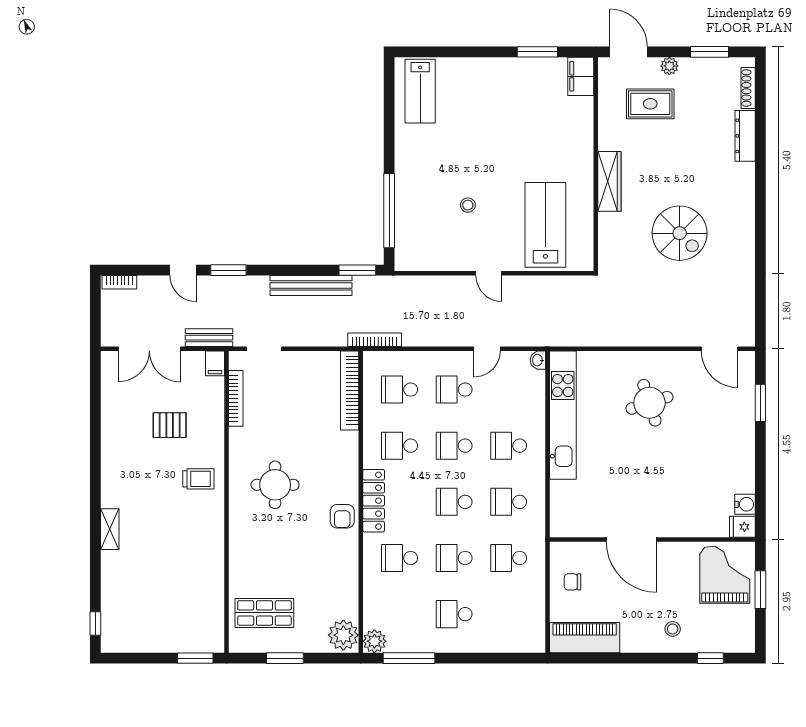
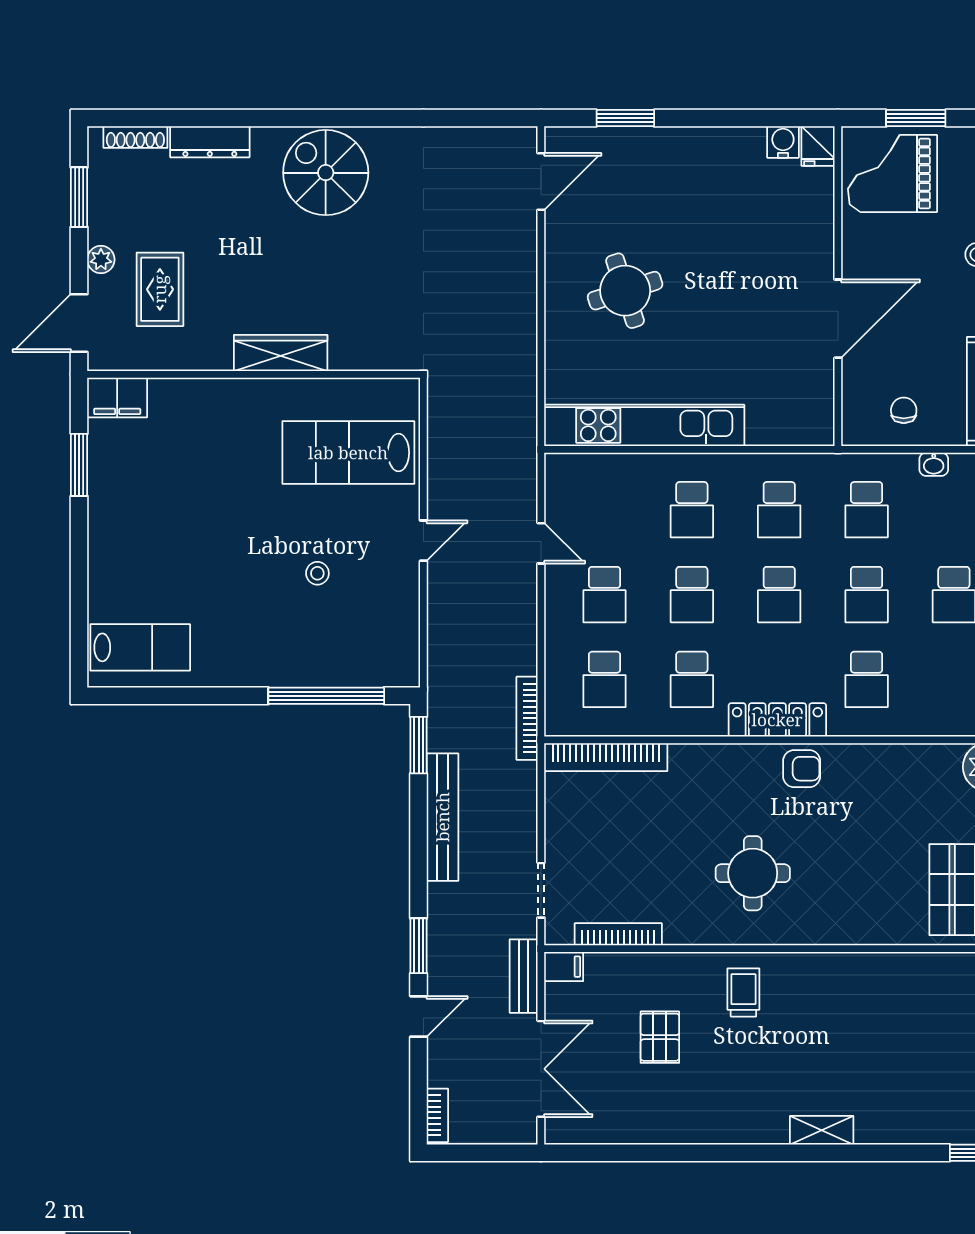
spiral stairs: (680, 233) -> (326, 173), moved, turned -90
washbasin: (538, 360) -> (934, 464), moved
chair: (573, 582) -> (904, 410), turned 180

